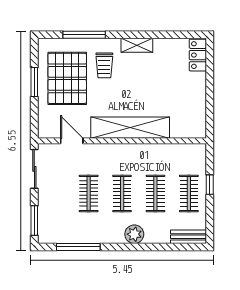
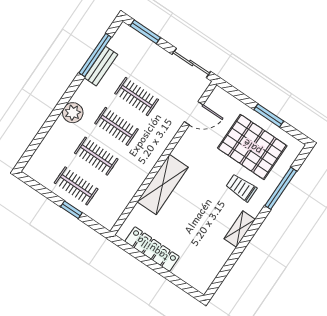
locker: (198, 55) -> (152, 249), moved, width x1.53
shelving: (130, 128) -> (163, 184), width x0.68
bench: (189, 237) -> (101, 66), moved

